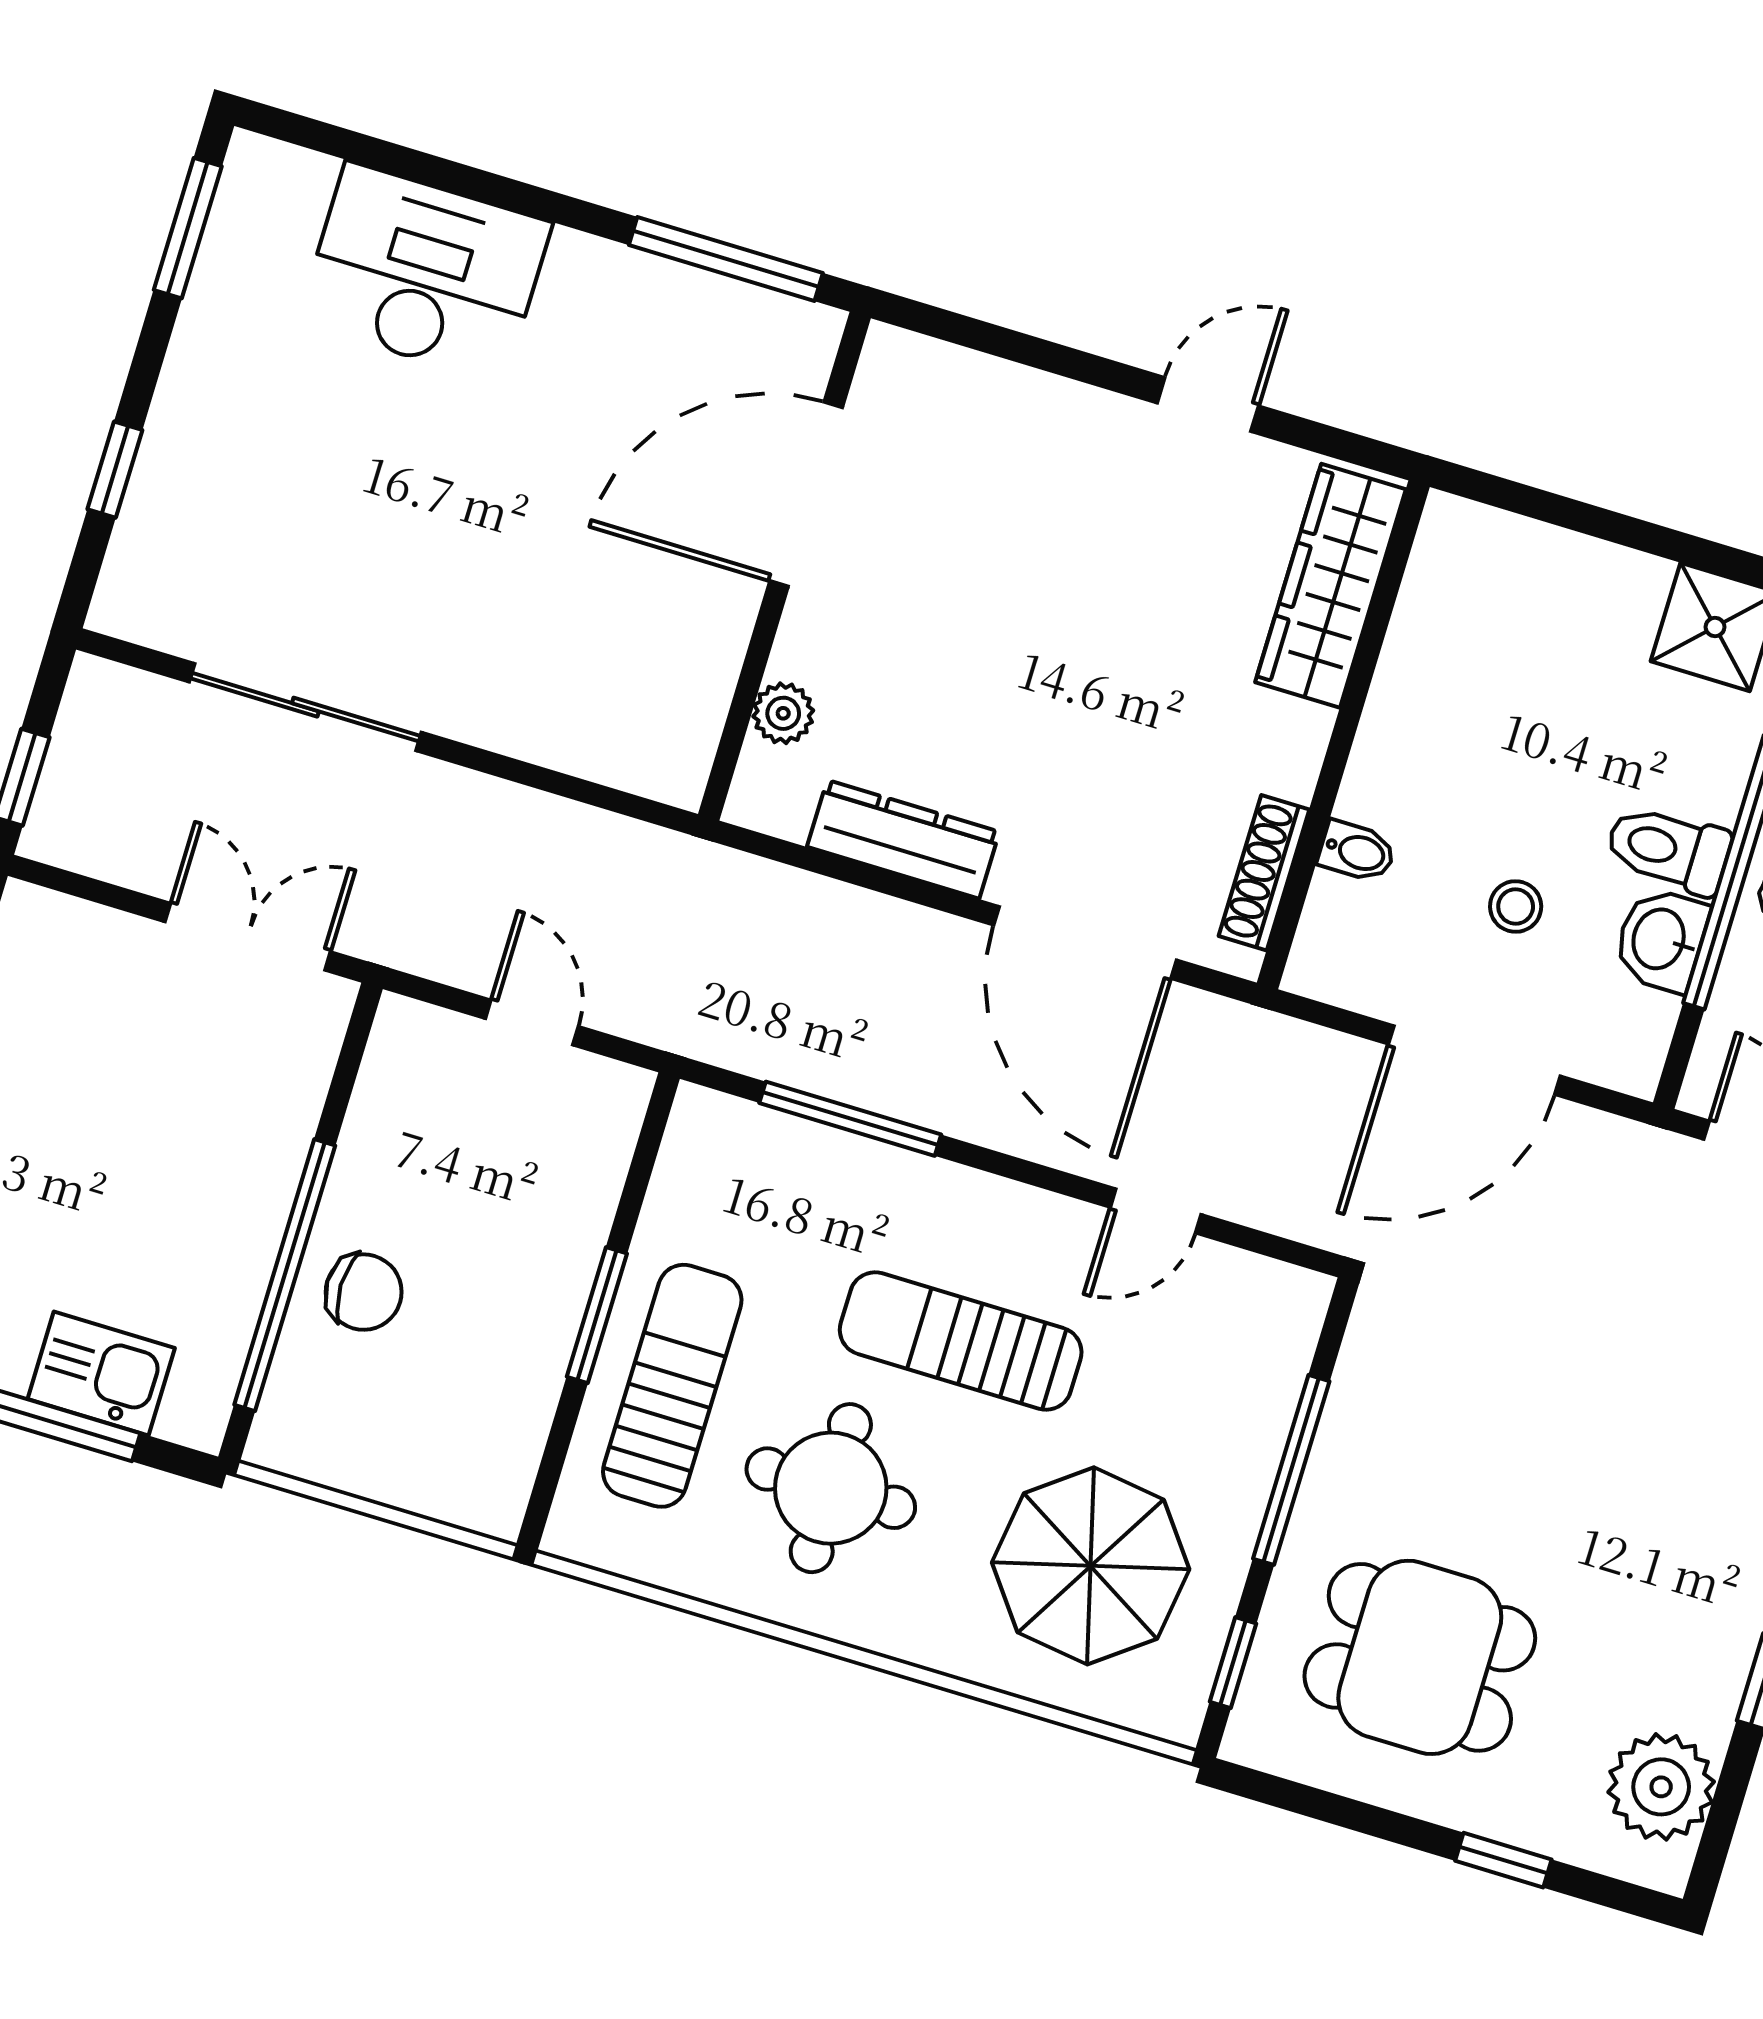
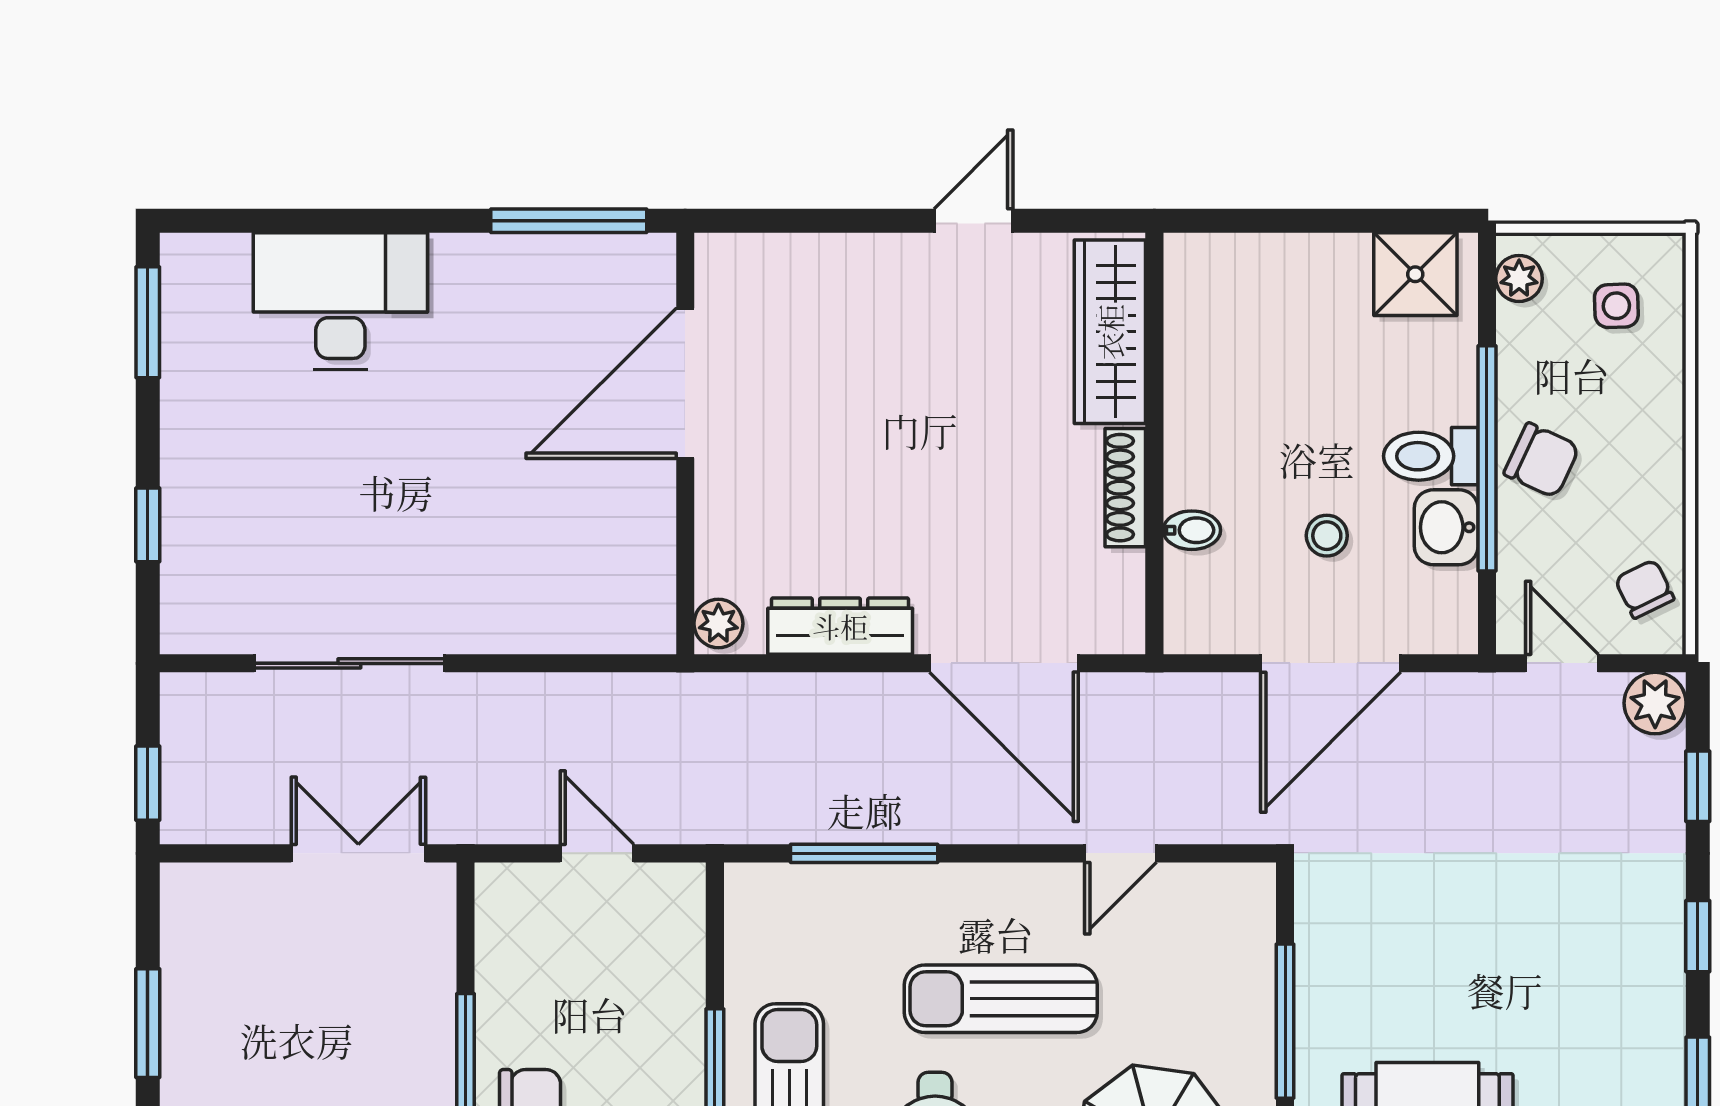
plant: (783, 713) -> (718, 624), moved
shoe rack: (1264, 873) -> (1125, 488), moved

